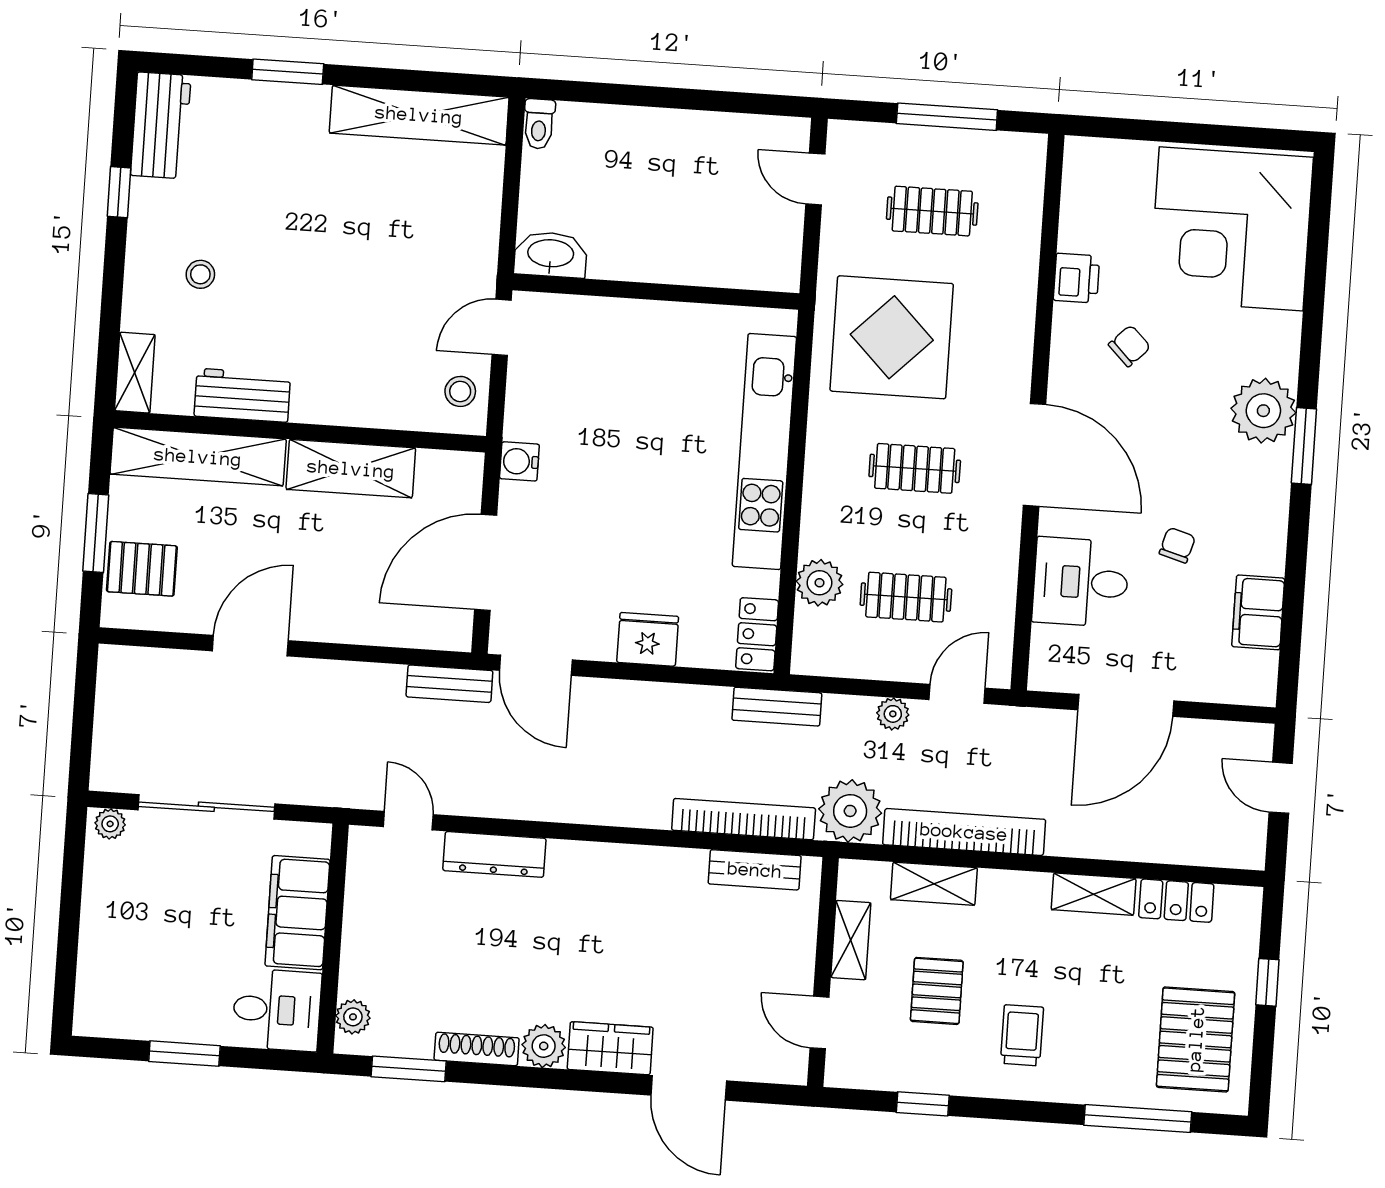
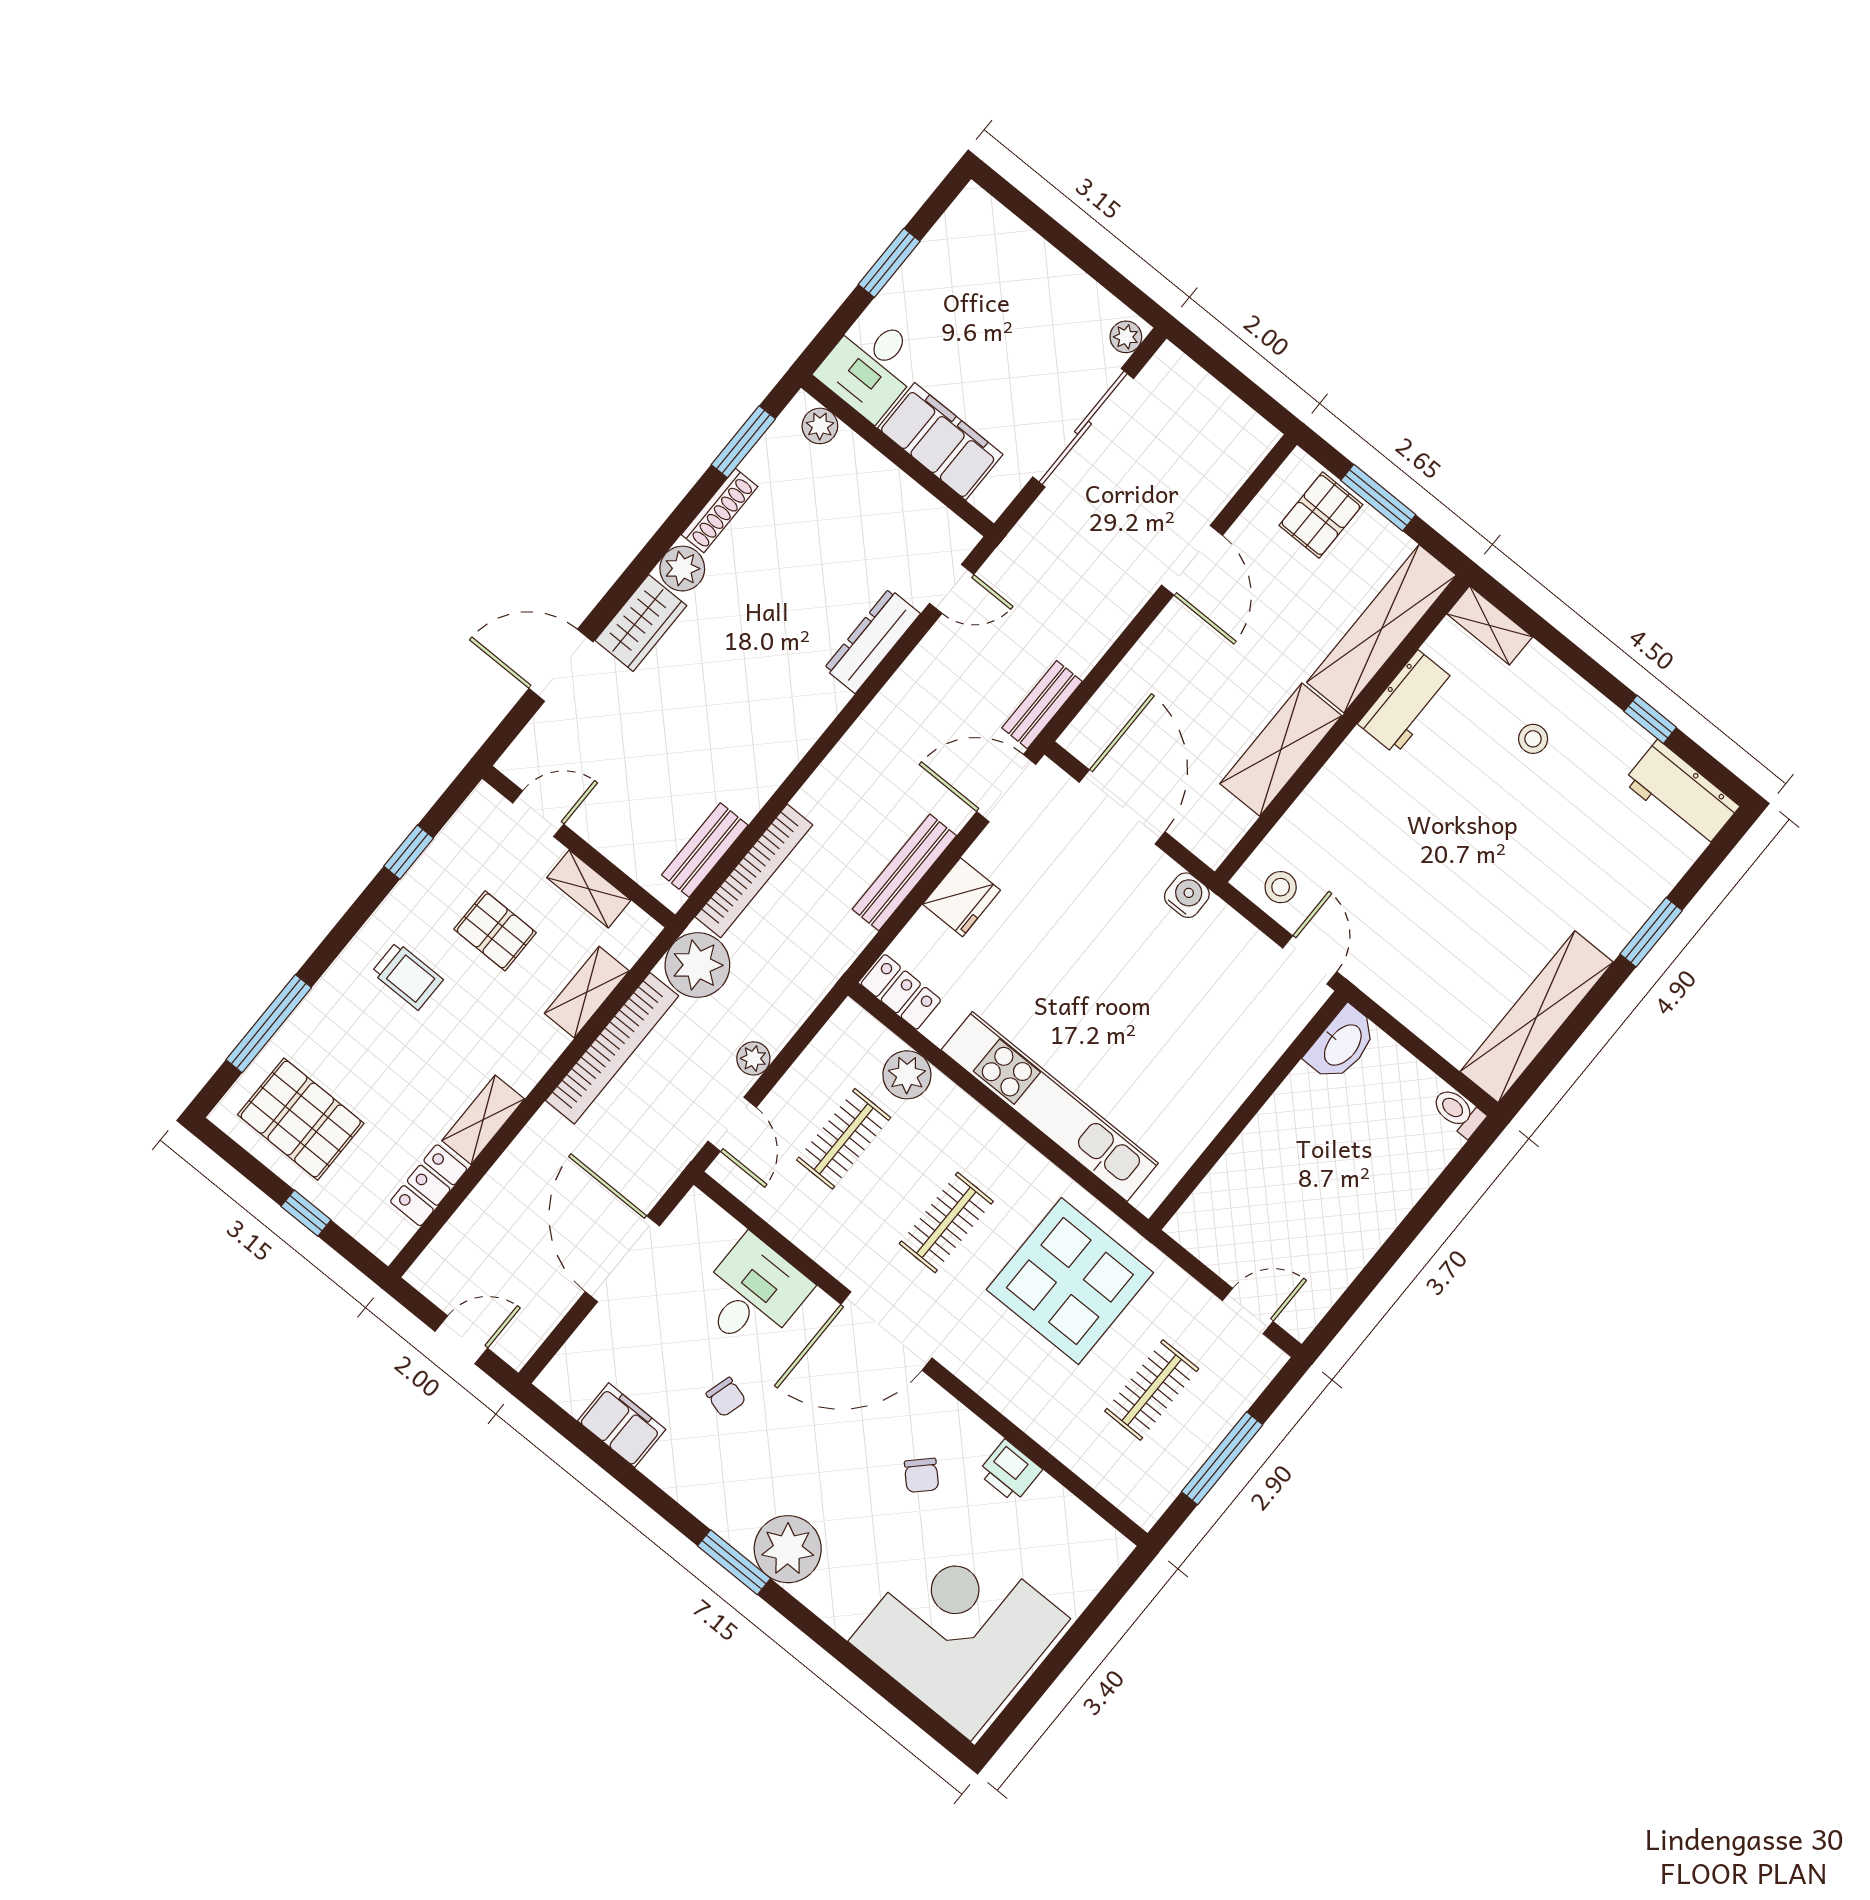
bench: (777, 707) -> (904, 872), moved, width x1.36

